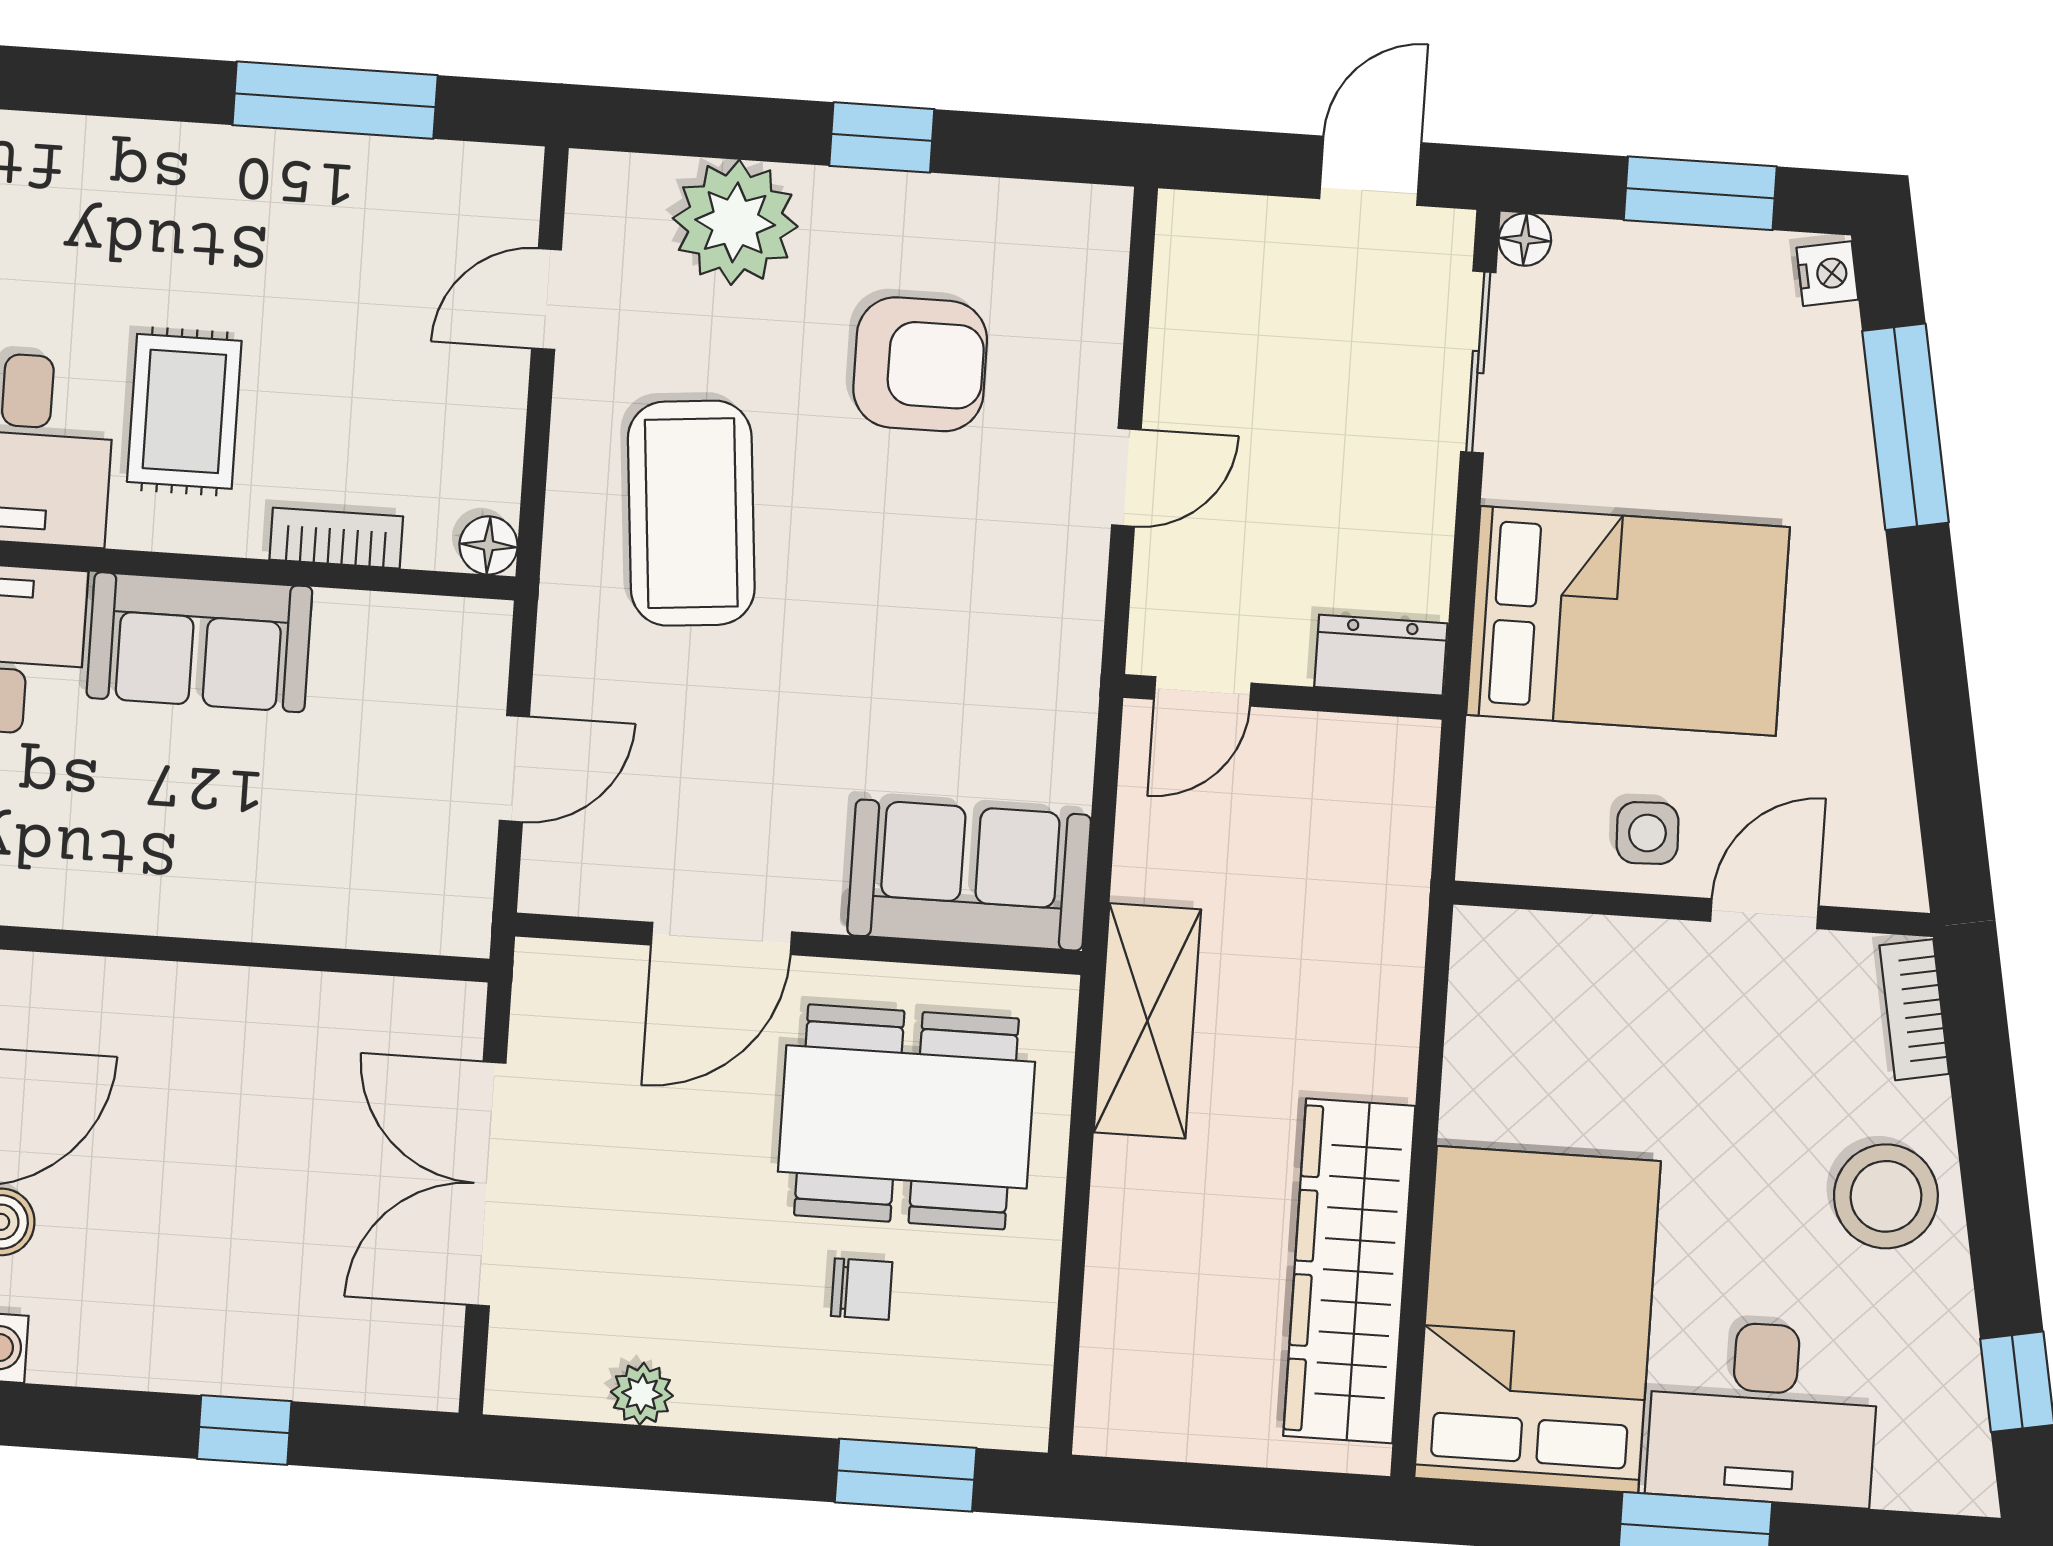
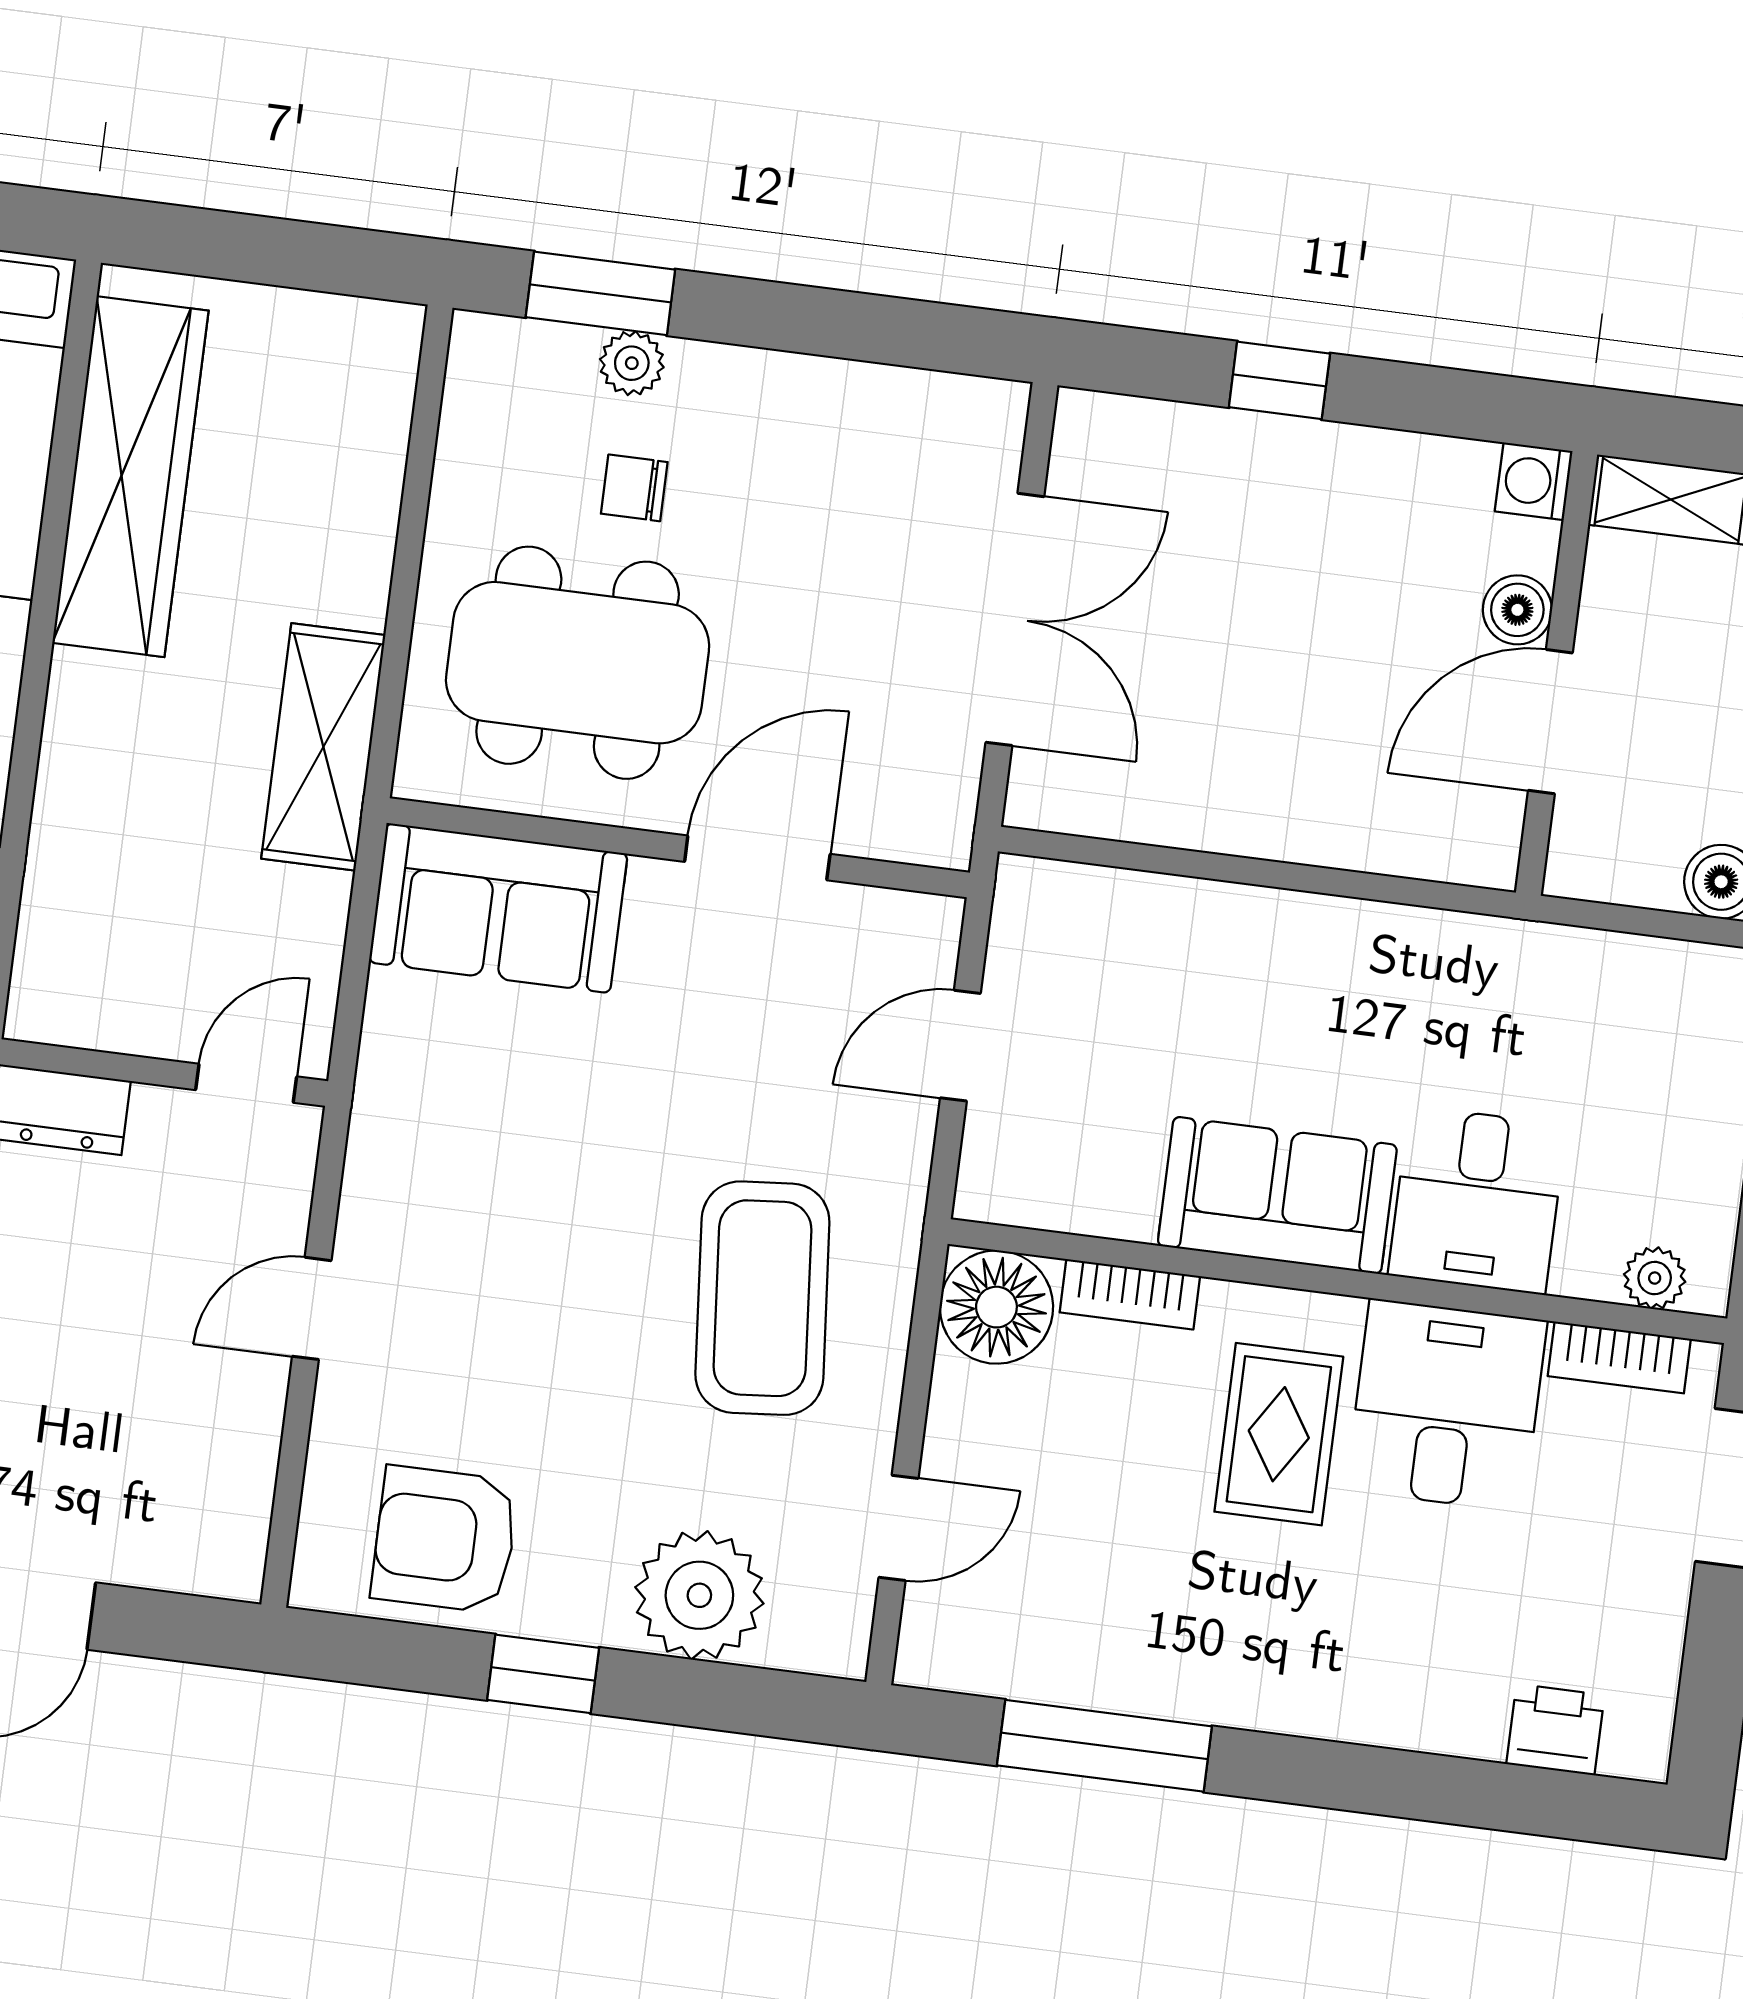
armchair: (920, 364) -> (445, 1539), moved
floor lamp: (489, 545) -> (996, 1307), width x1.89, depth x1.89
plant: (642, 1394) -> (632, 363), moved

